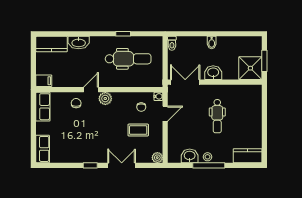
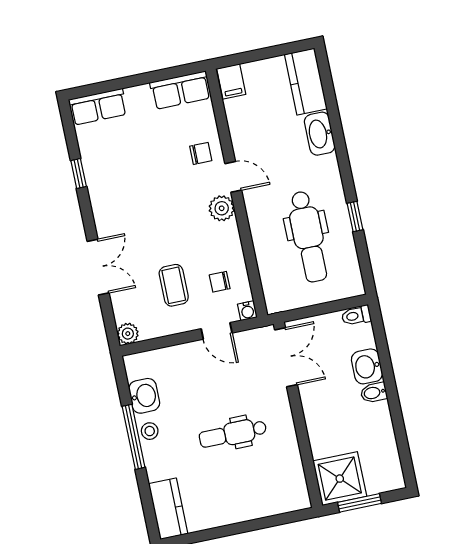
washbasin: (213, 73) -> (367, 366), moved, turned 180
window: (90, 165) -> (79, 174), moved

